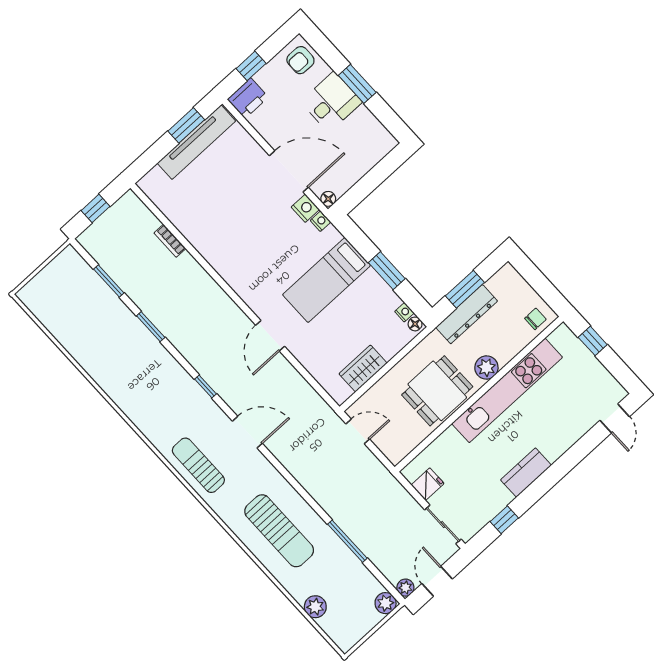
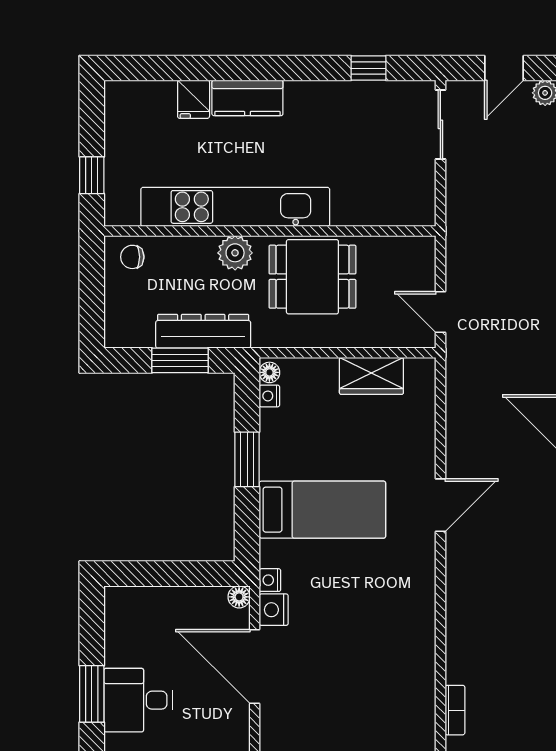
door: (615, 418) -> (146, 68), removed
kitchen counter: (526, 473) -> (247, 98), moved
fridge: (428, 484) -> (194, 99), moved, turned -90

